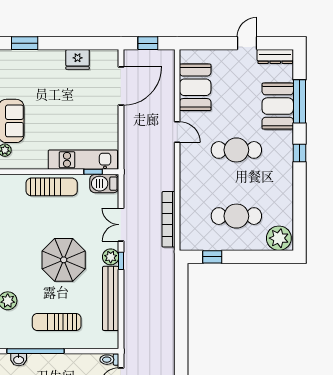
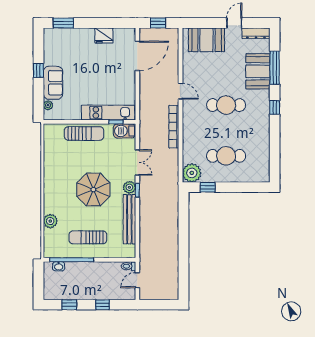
booth: (195, 87) -> (207, 40), moved, turned 90
bookcase: (168, 219) -> (174, 127), moved
double door: (121, 225) -> (137, 162), swing flipped
plant: (279, 238) -> (192, 173), moved

